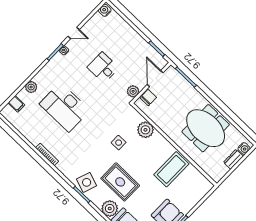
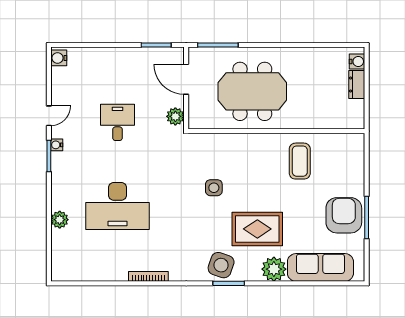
desk: (103, 68) -> (118, 122), turned 90
chair: (148, 98) -> (199, 107), removed
filing cabinet: (16, 104) -> (61, 254), removed
meeting table: (206, 128) -> (252, 91), moved
plant: (145, 130) -> (230, 145), removed
coffee table: (171, 169) -> (300, 161), width x0.73, depth x0.76

